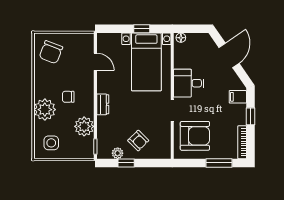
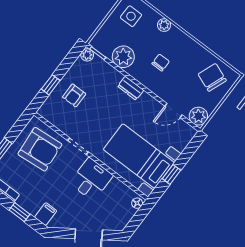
plant: (86, 41) -> (198, 116), added
plant: (45, 110) -> (164, 25), width x0.53, depth x0.53
armchair: (195, 136) -> (40, 149), turned -95
armchair: (138, 141) -> (74, 95), turned -45
plant: (118, 153) -> (87, 55), moved
window: (126, 163) -> (51, 85), moved

